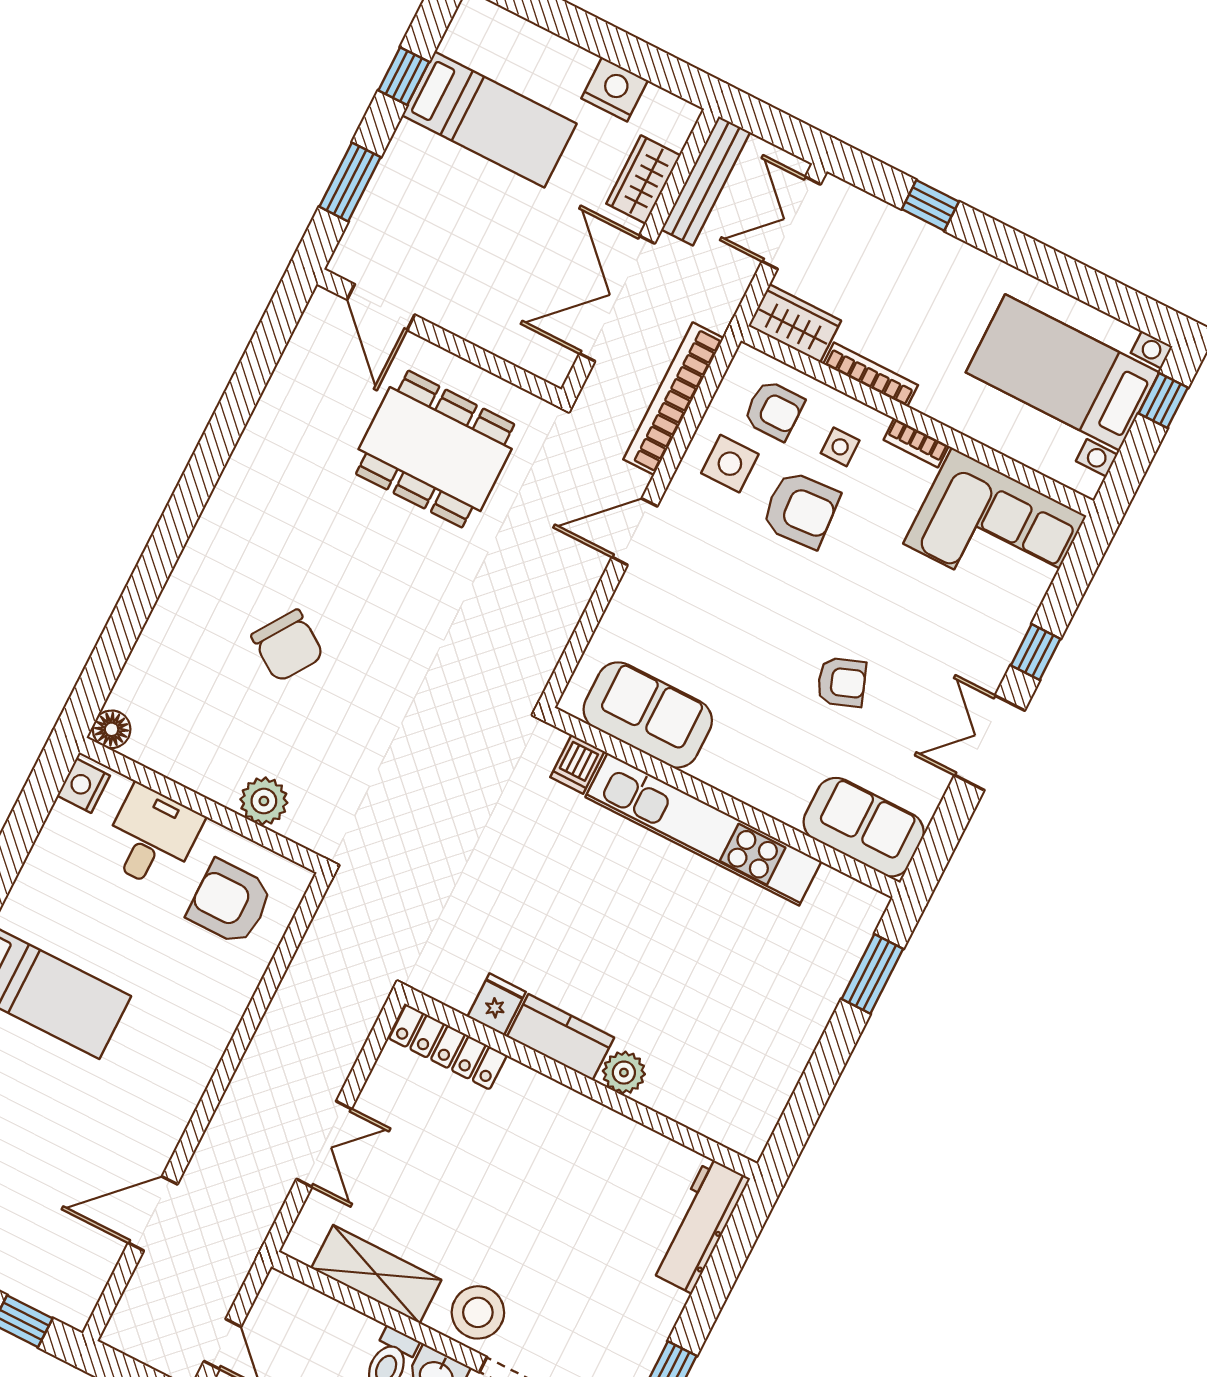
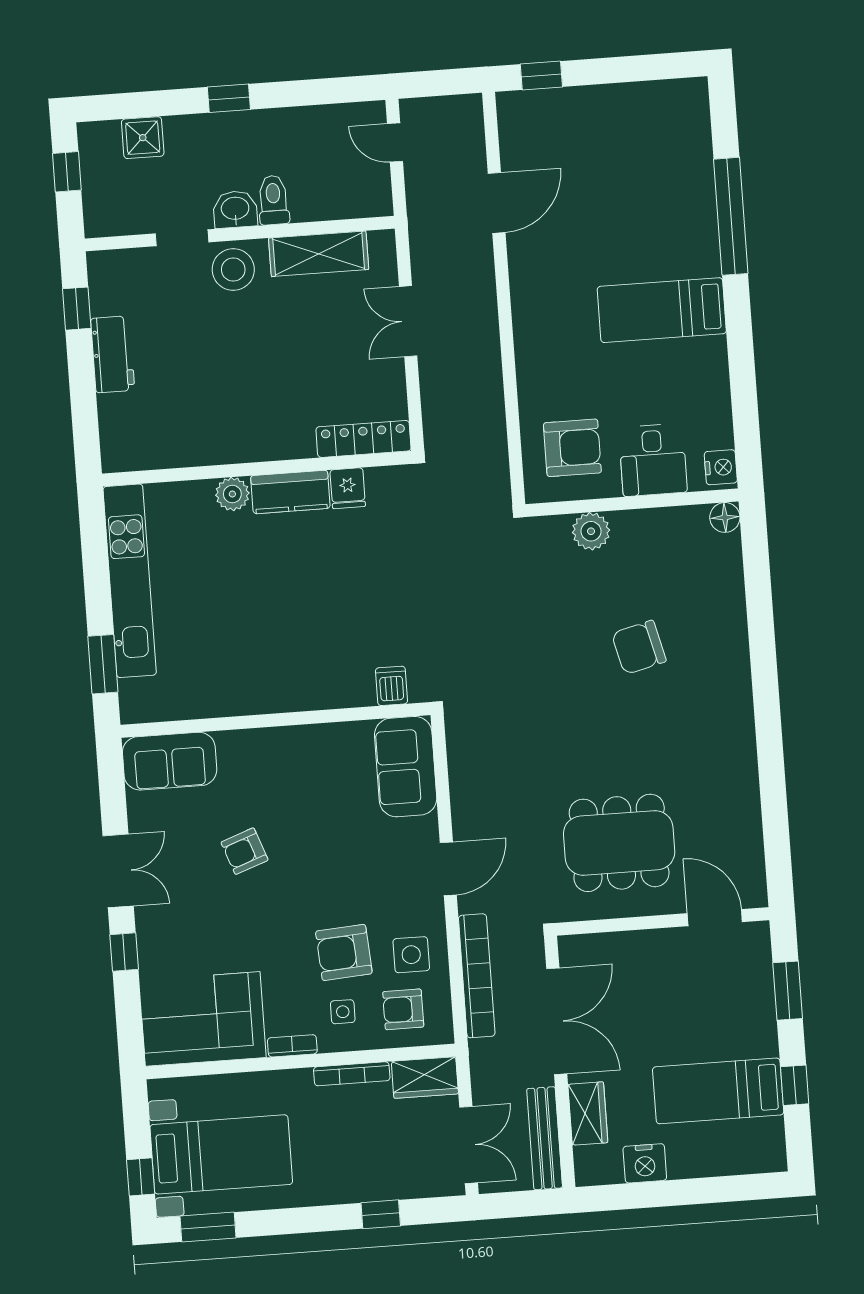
window: (1123, 303) -> (208, 1227), added
chair: (288, 646) -> (639, 647), turned -48
sofa: (648, 715) -> (406, 767), moved, turned 90
kitchen unit: (703, 829) -> (130, 581), moved, turned 90
workbench: (700, 1225) -> (113, 354), moved, width x0.73

